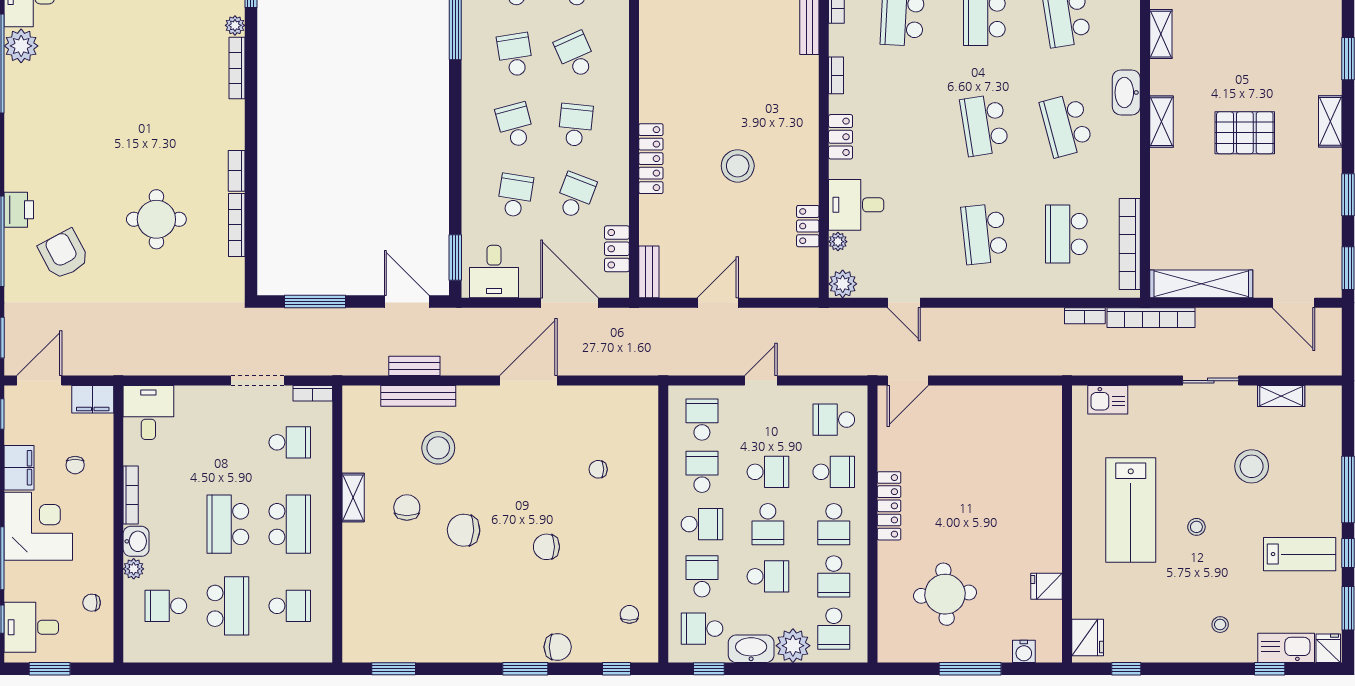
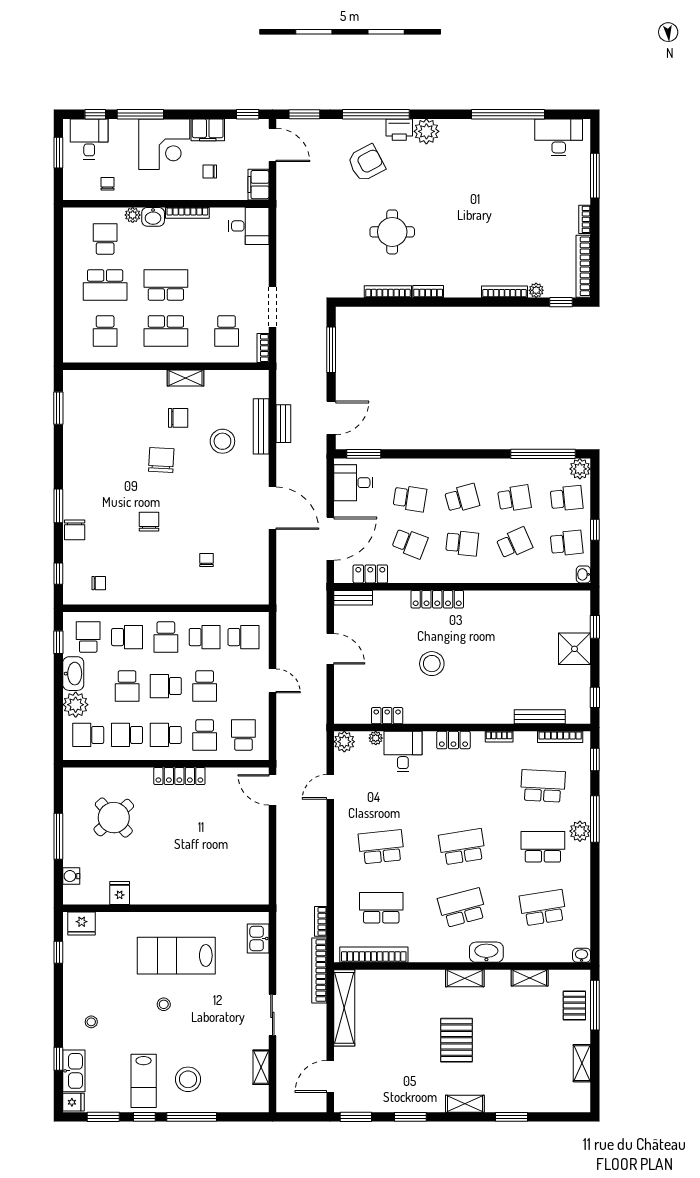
plant: (21, 46) -> (426, 131), moved
stool: (1252, 466) -> (188, 1079), moved
round table: (945, 594) -> (114, 818), turned -38

